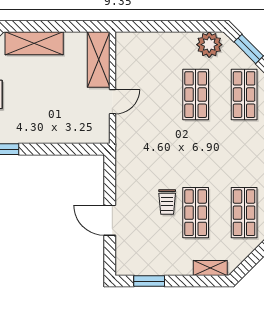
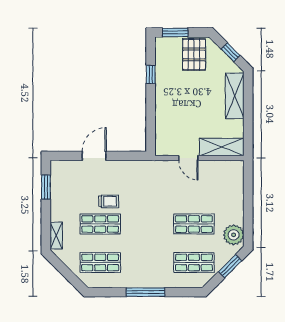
trolley: (167, 202) -> (109, 201), turned 180

